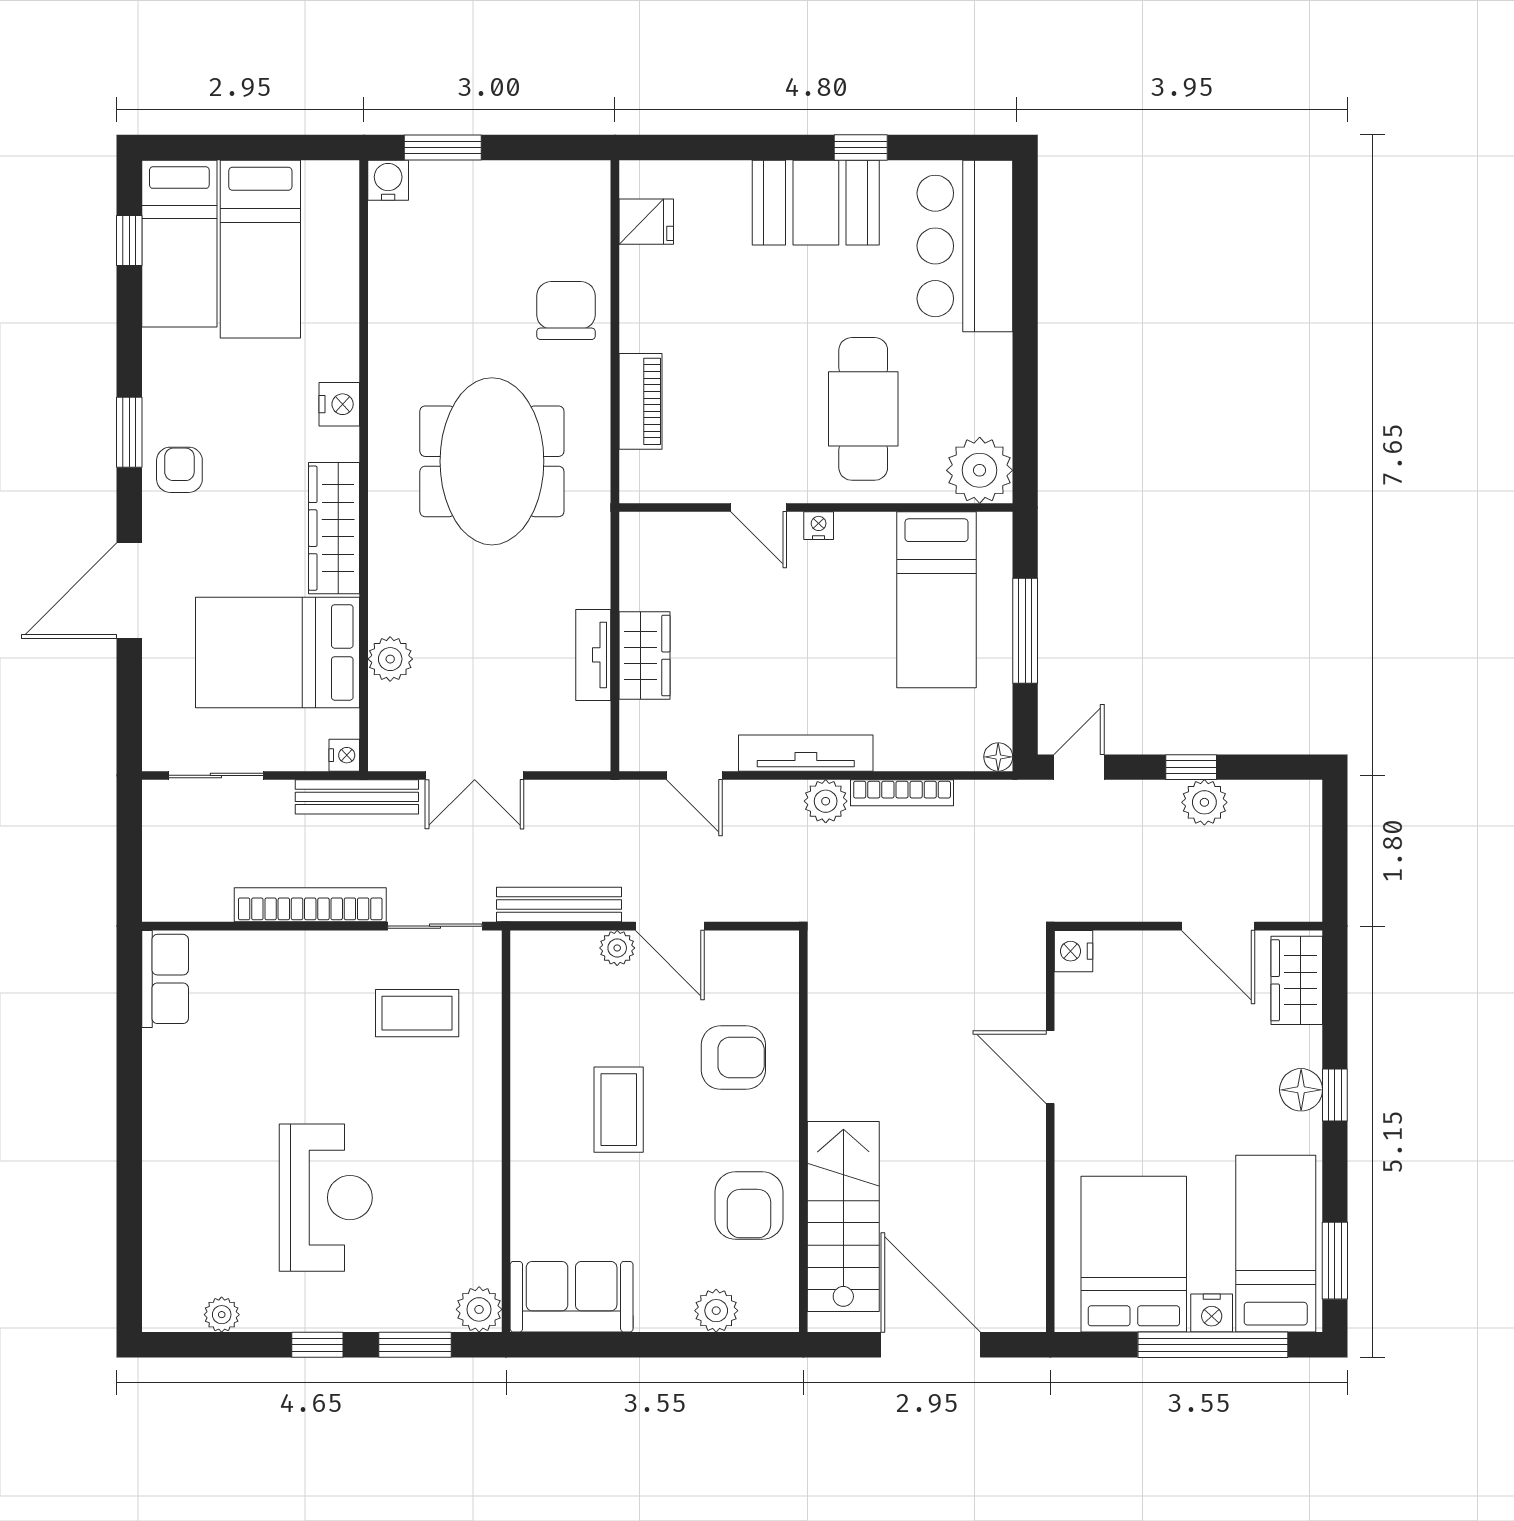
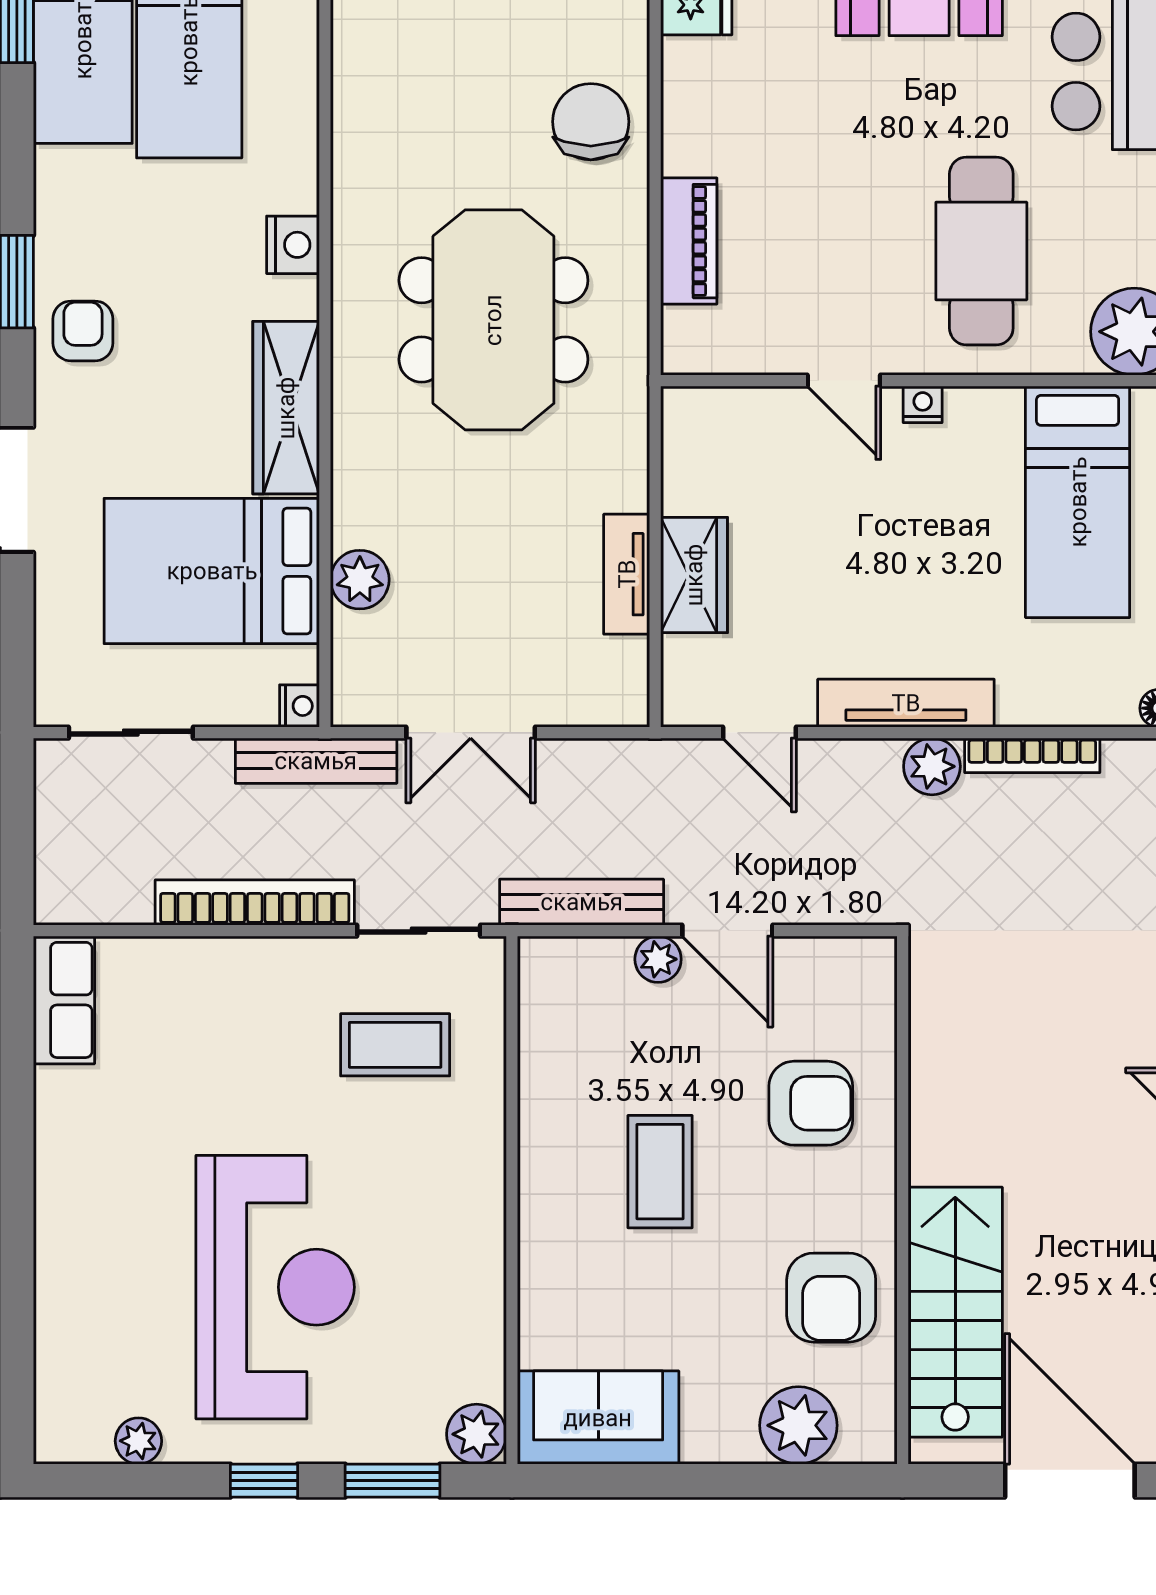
reception desk: (326, 1198) -> (275, 1287), width x1.36, depth x1.30
plant: (716, 1311) -> (798, 1425), width x1.36, depth x1.36

